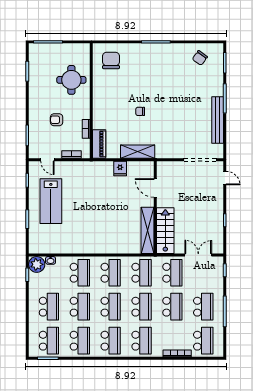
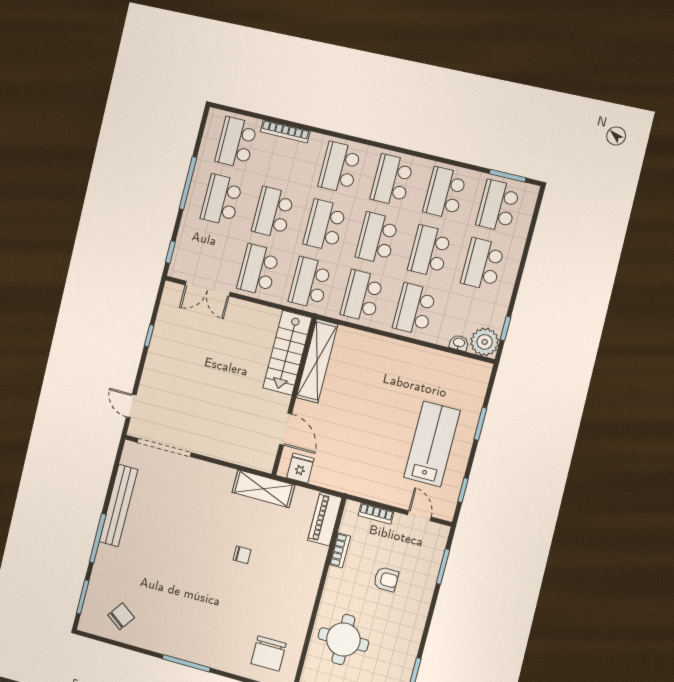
door: (155, 188) -> (286, 429), moved
wall: (155, 207) -> (294, 396), moved
shelving: (148, 230) -> (317, 361), moved
stairs: (165, 231) -> (287, 353), moved

